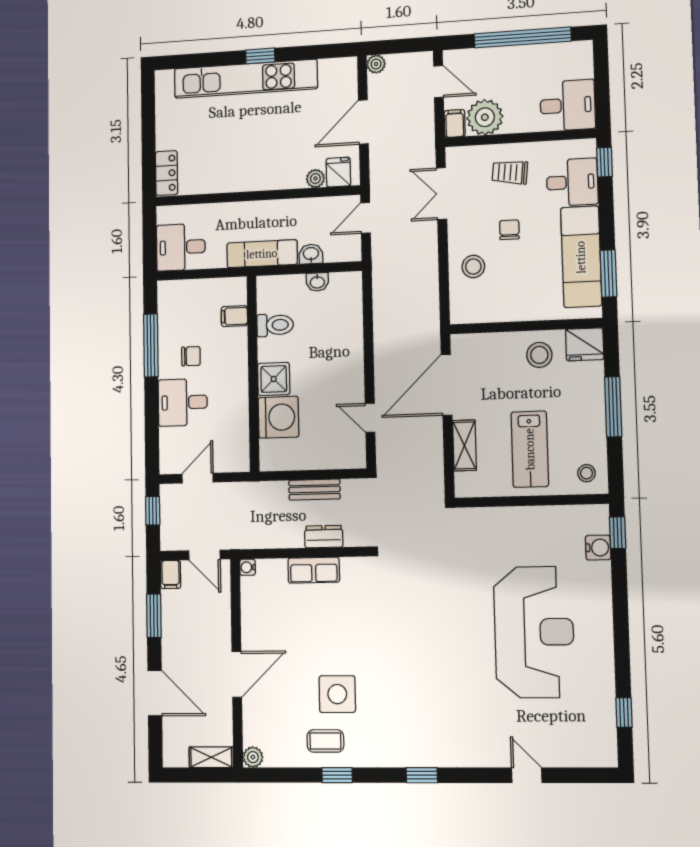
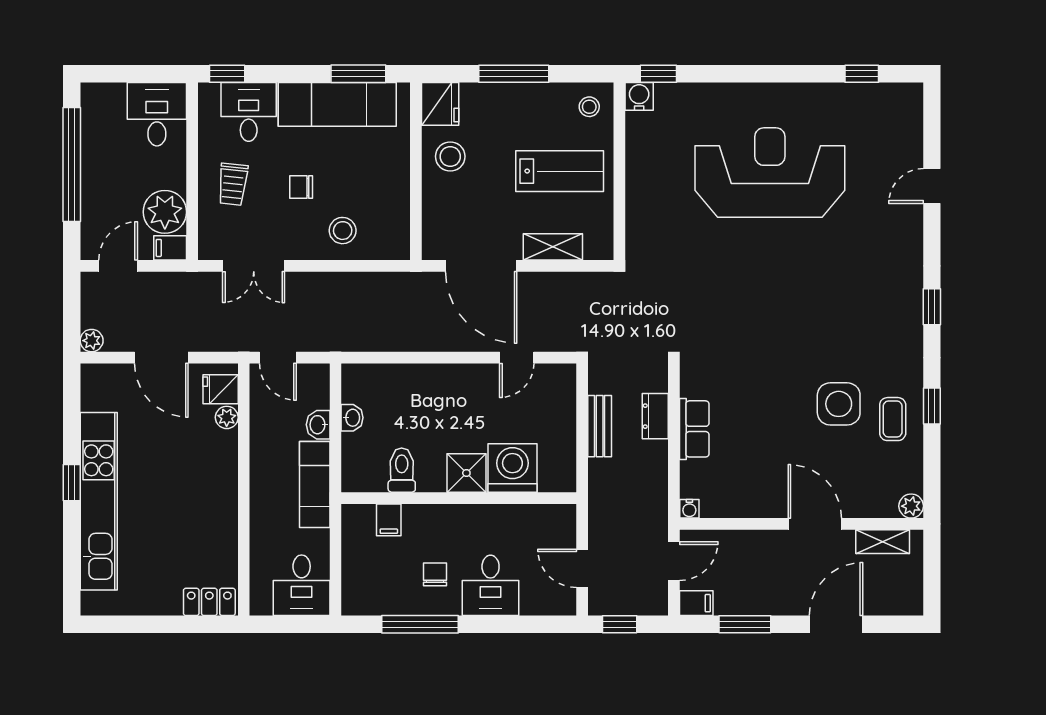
water cooler: (598, 548) -> (639, 96), moved
shelving: (211, 757) -> (883, 542), moved, turned 90

